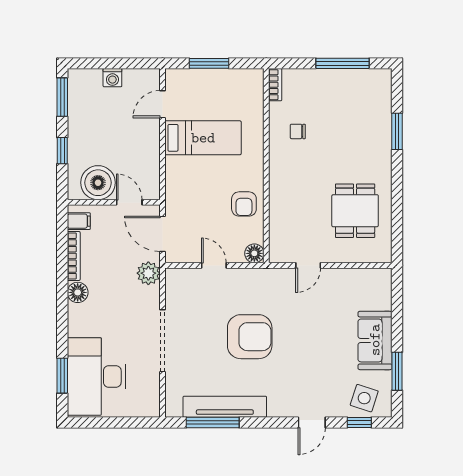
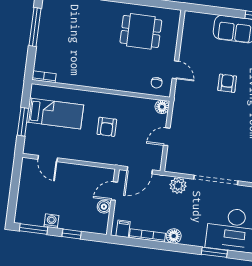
washing machine: (112, 78) -> (51, 221), moved, turned -90
chair: (298, 131) -> (157, 83), moved
bed: (203, 138) -> (55, 114), moved, turned 90
boiler: (98, 183) -> (104, 207), width x0.54, depth x0.54
armchair: (244, 204) -> (107, 127), moved, turned 90
plant: (148, 273) -> (178, 185), moved
armchair: (250, 337) -> (227, 83), moved, width x0.53, depth x0.53
window: (62, 376) -> (214, 252), moved

